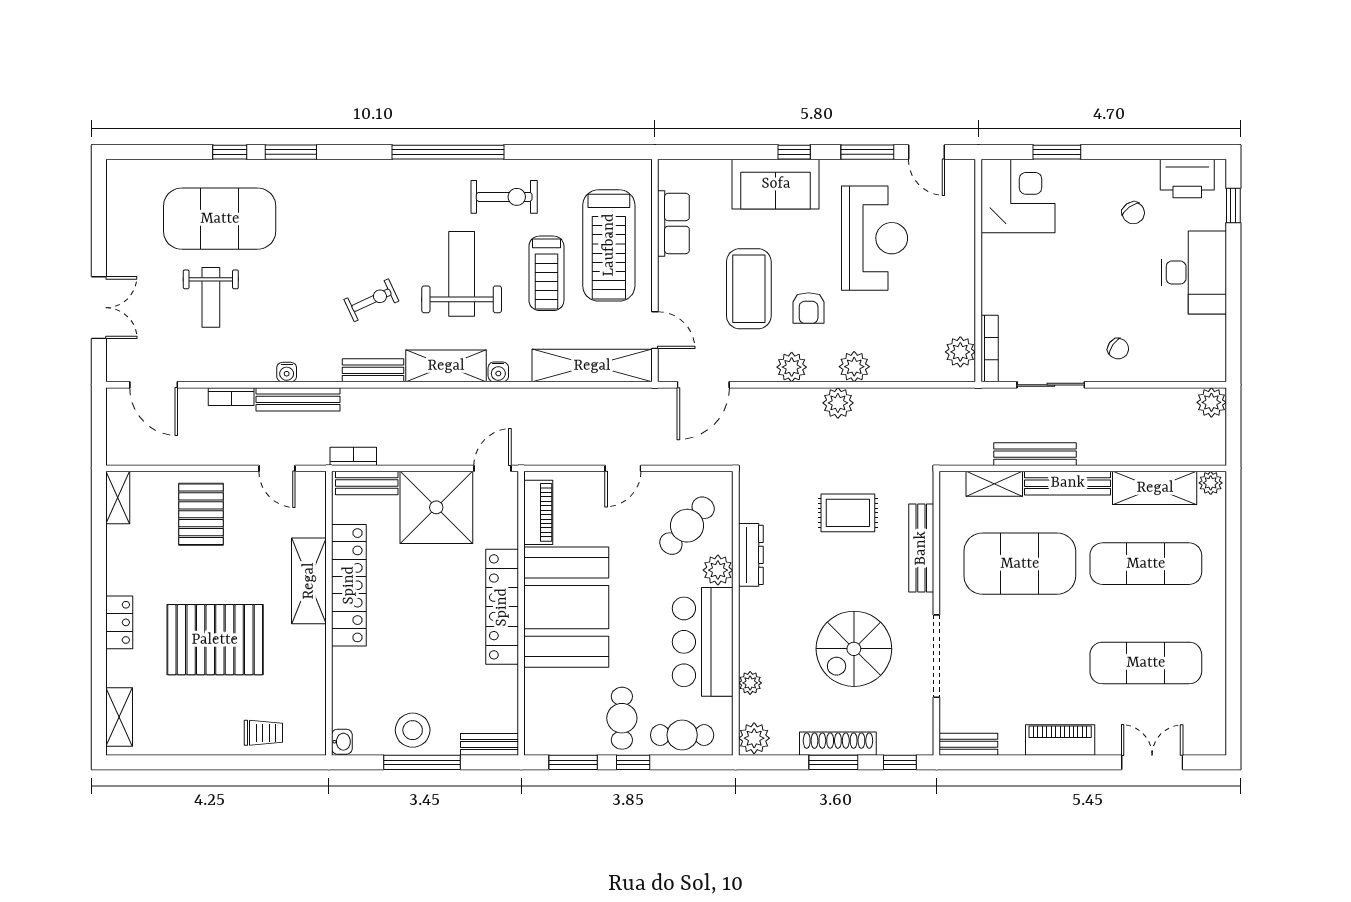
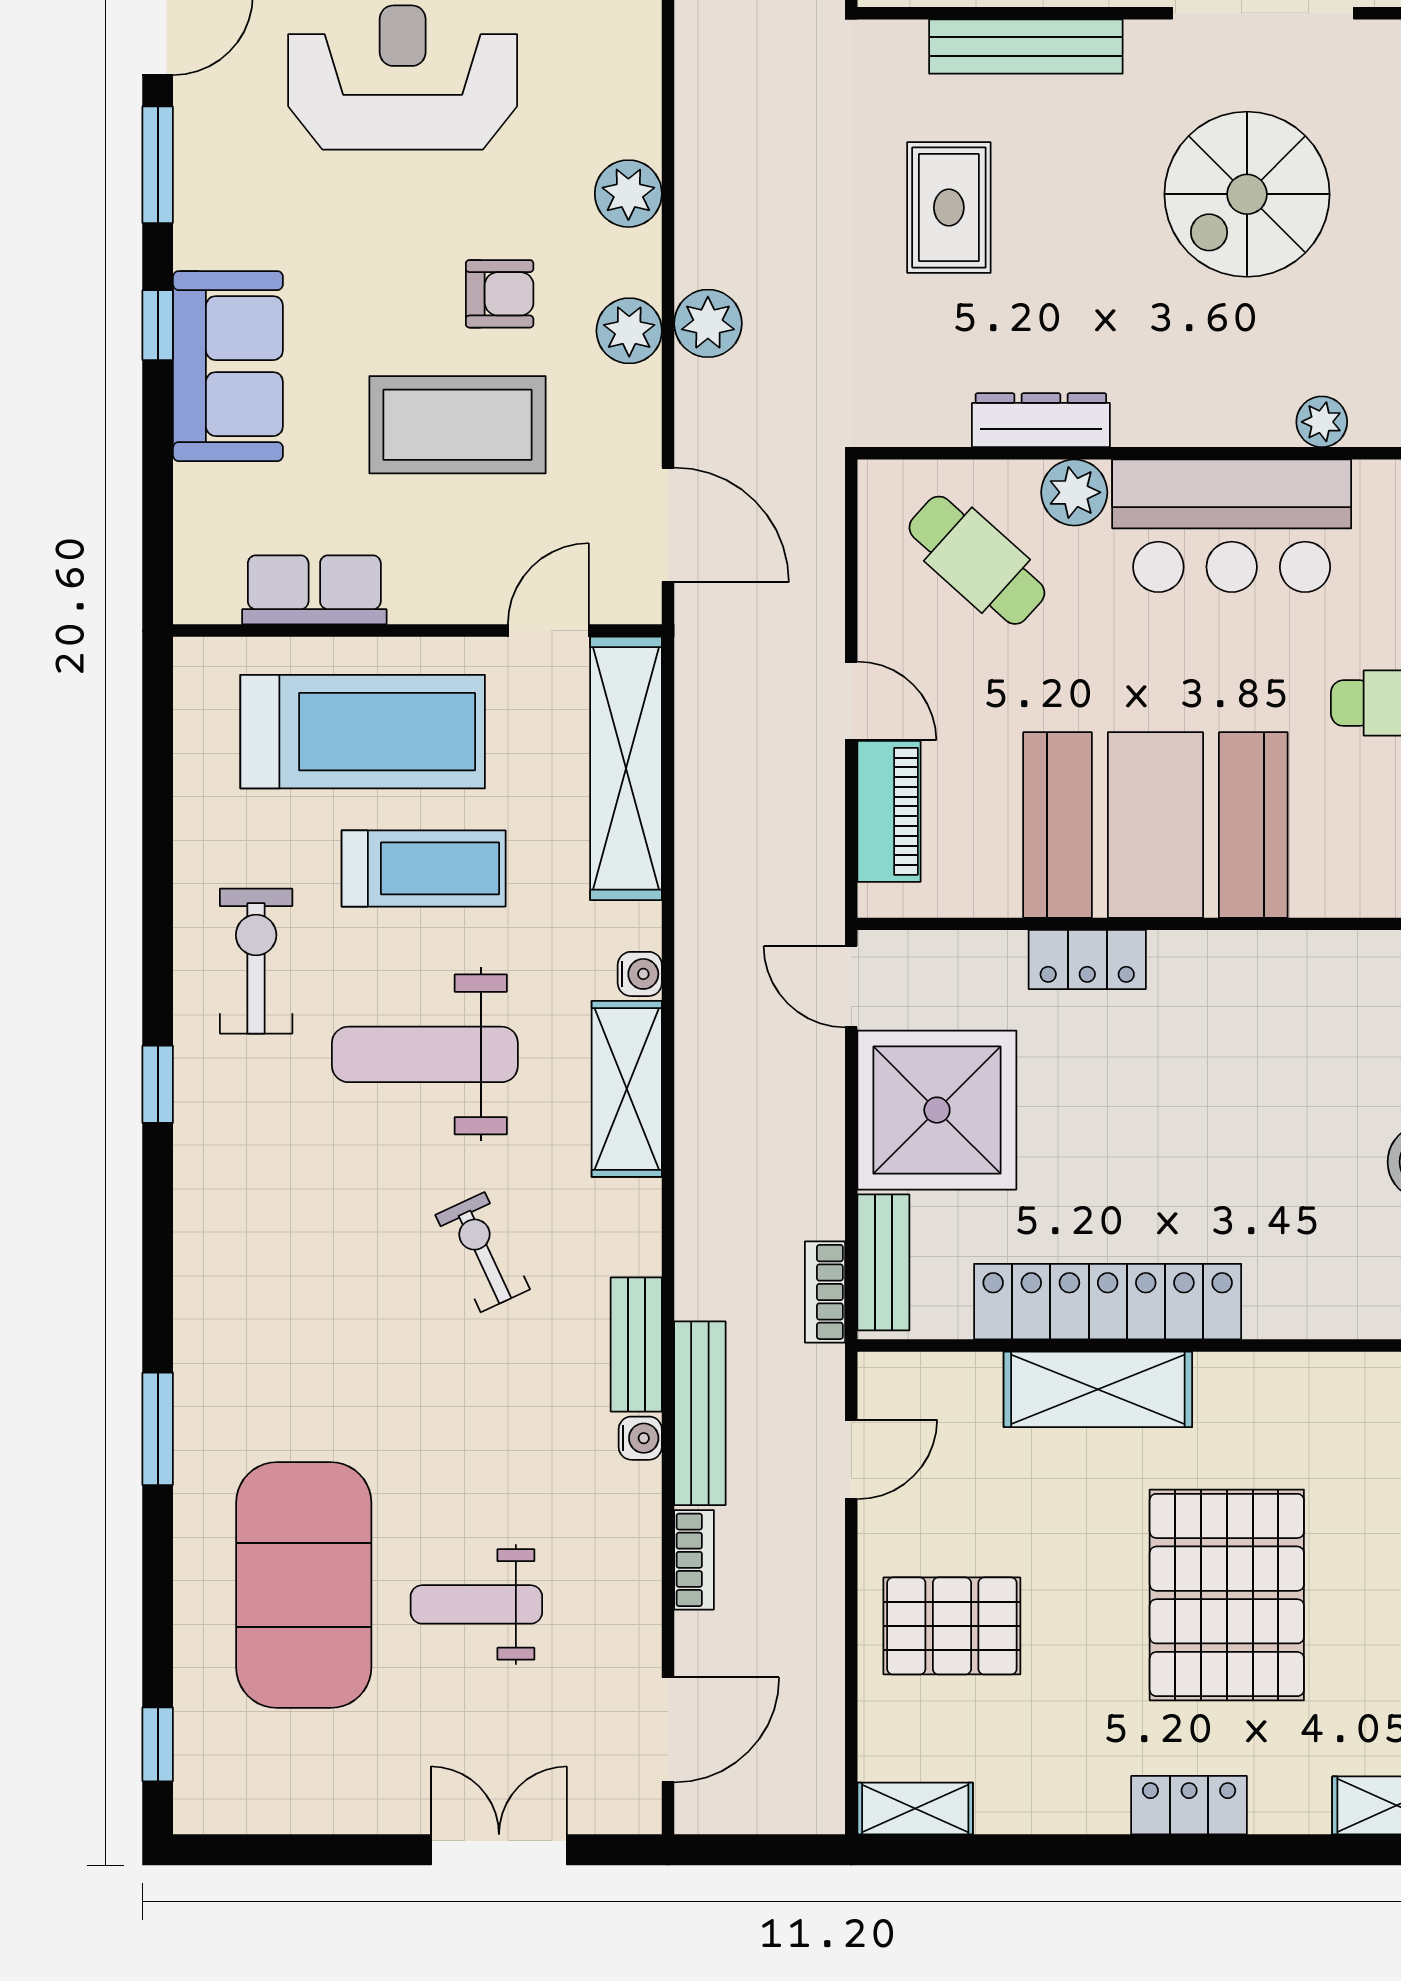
window: (230, 152) -> (158, 1744), moved
window: (448, 152) -> (158, 1084), width x0.32
reception desk: (875, 238) -> (403, 77), moved
weight bench: (211, 297) -> (476, 1604), turned 180
bench: (373, 370) -> (636, 1345), moved
plant: (838, 403) -> (708, 323), moved
piano: (538, 512) -> (889, 811), moved, turned 90
locker: (502, 607) -> (1087, 960), width x0.46, depth x0.83
spiral stairs: (854, 649) -> (1247, 194), turned 90

